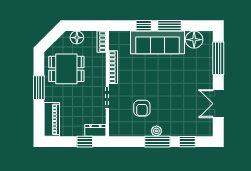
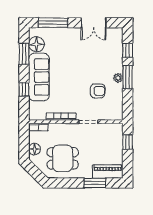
window: (170, 26) -> (24, 54), moved
dining table: (66, 69) -> (63, 158), turned 90
window: (39, 88) -> (95, 183), moved
dresser: (95, 130) -> (118, 133), removed

